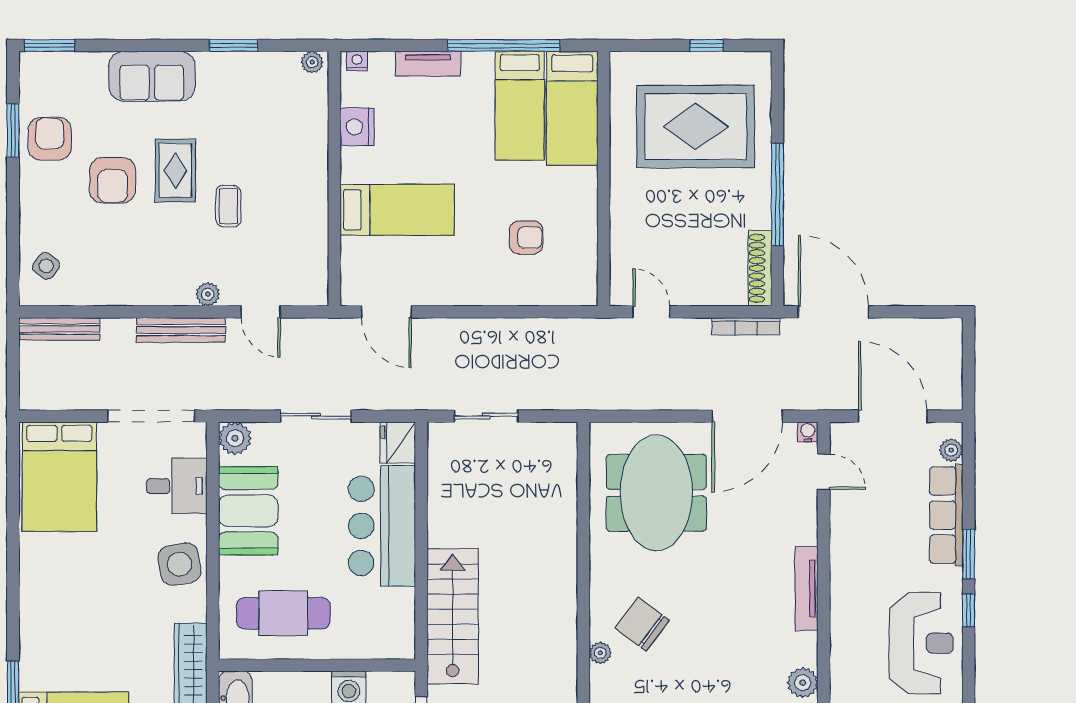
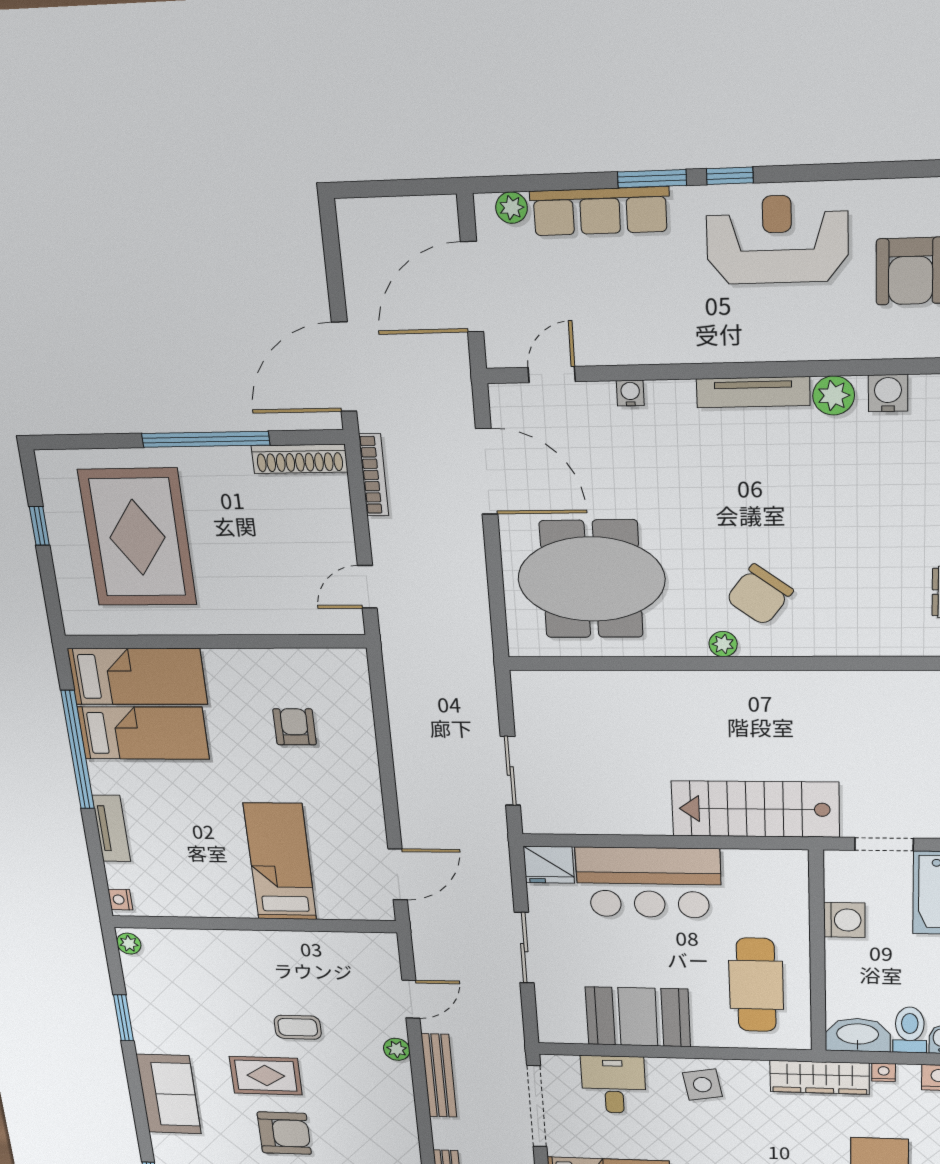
nightstand: (357, 127) -> (193, 901), removed
water cooler: (808, 432) -> (630, 393), moved, turned 90
plant: (235, 438) -> (556, 1028), removed
side table: (179, 564) -> (702, 1085), width x0.73, depth x0.73
tv unit: (807, 588) -> (753, 392), moved
plant: (600, 653) -> (723, 644), moved

